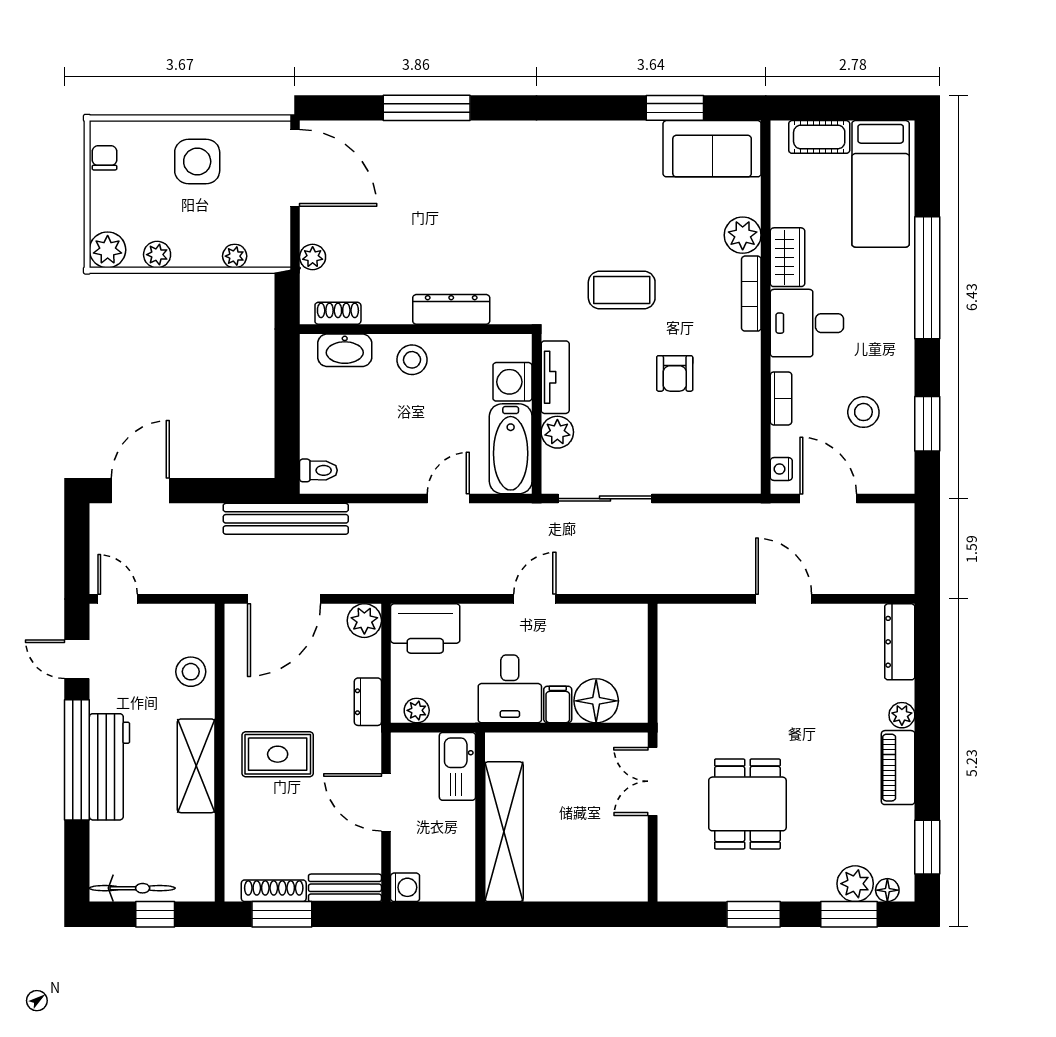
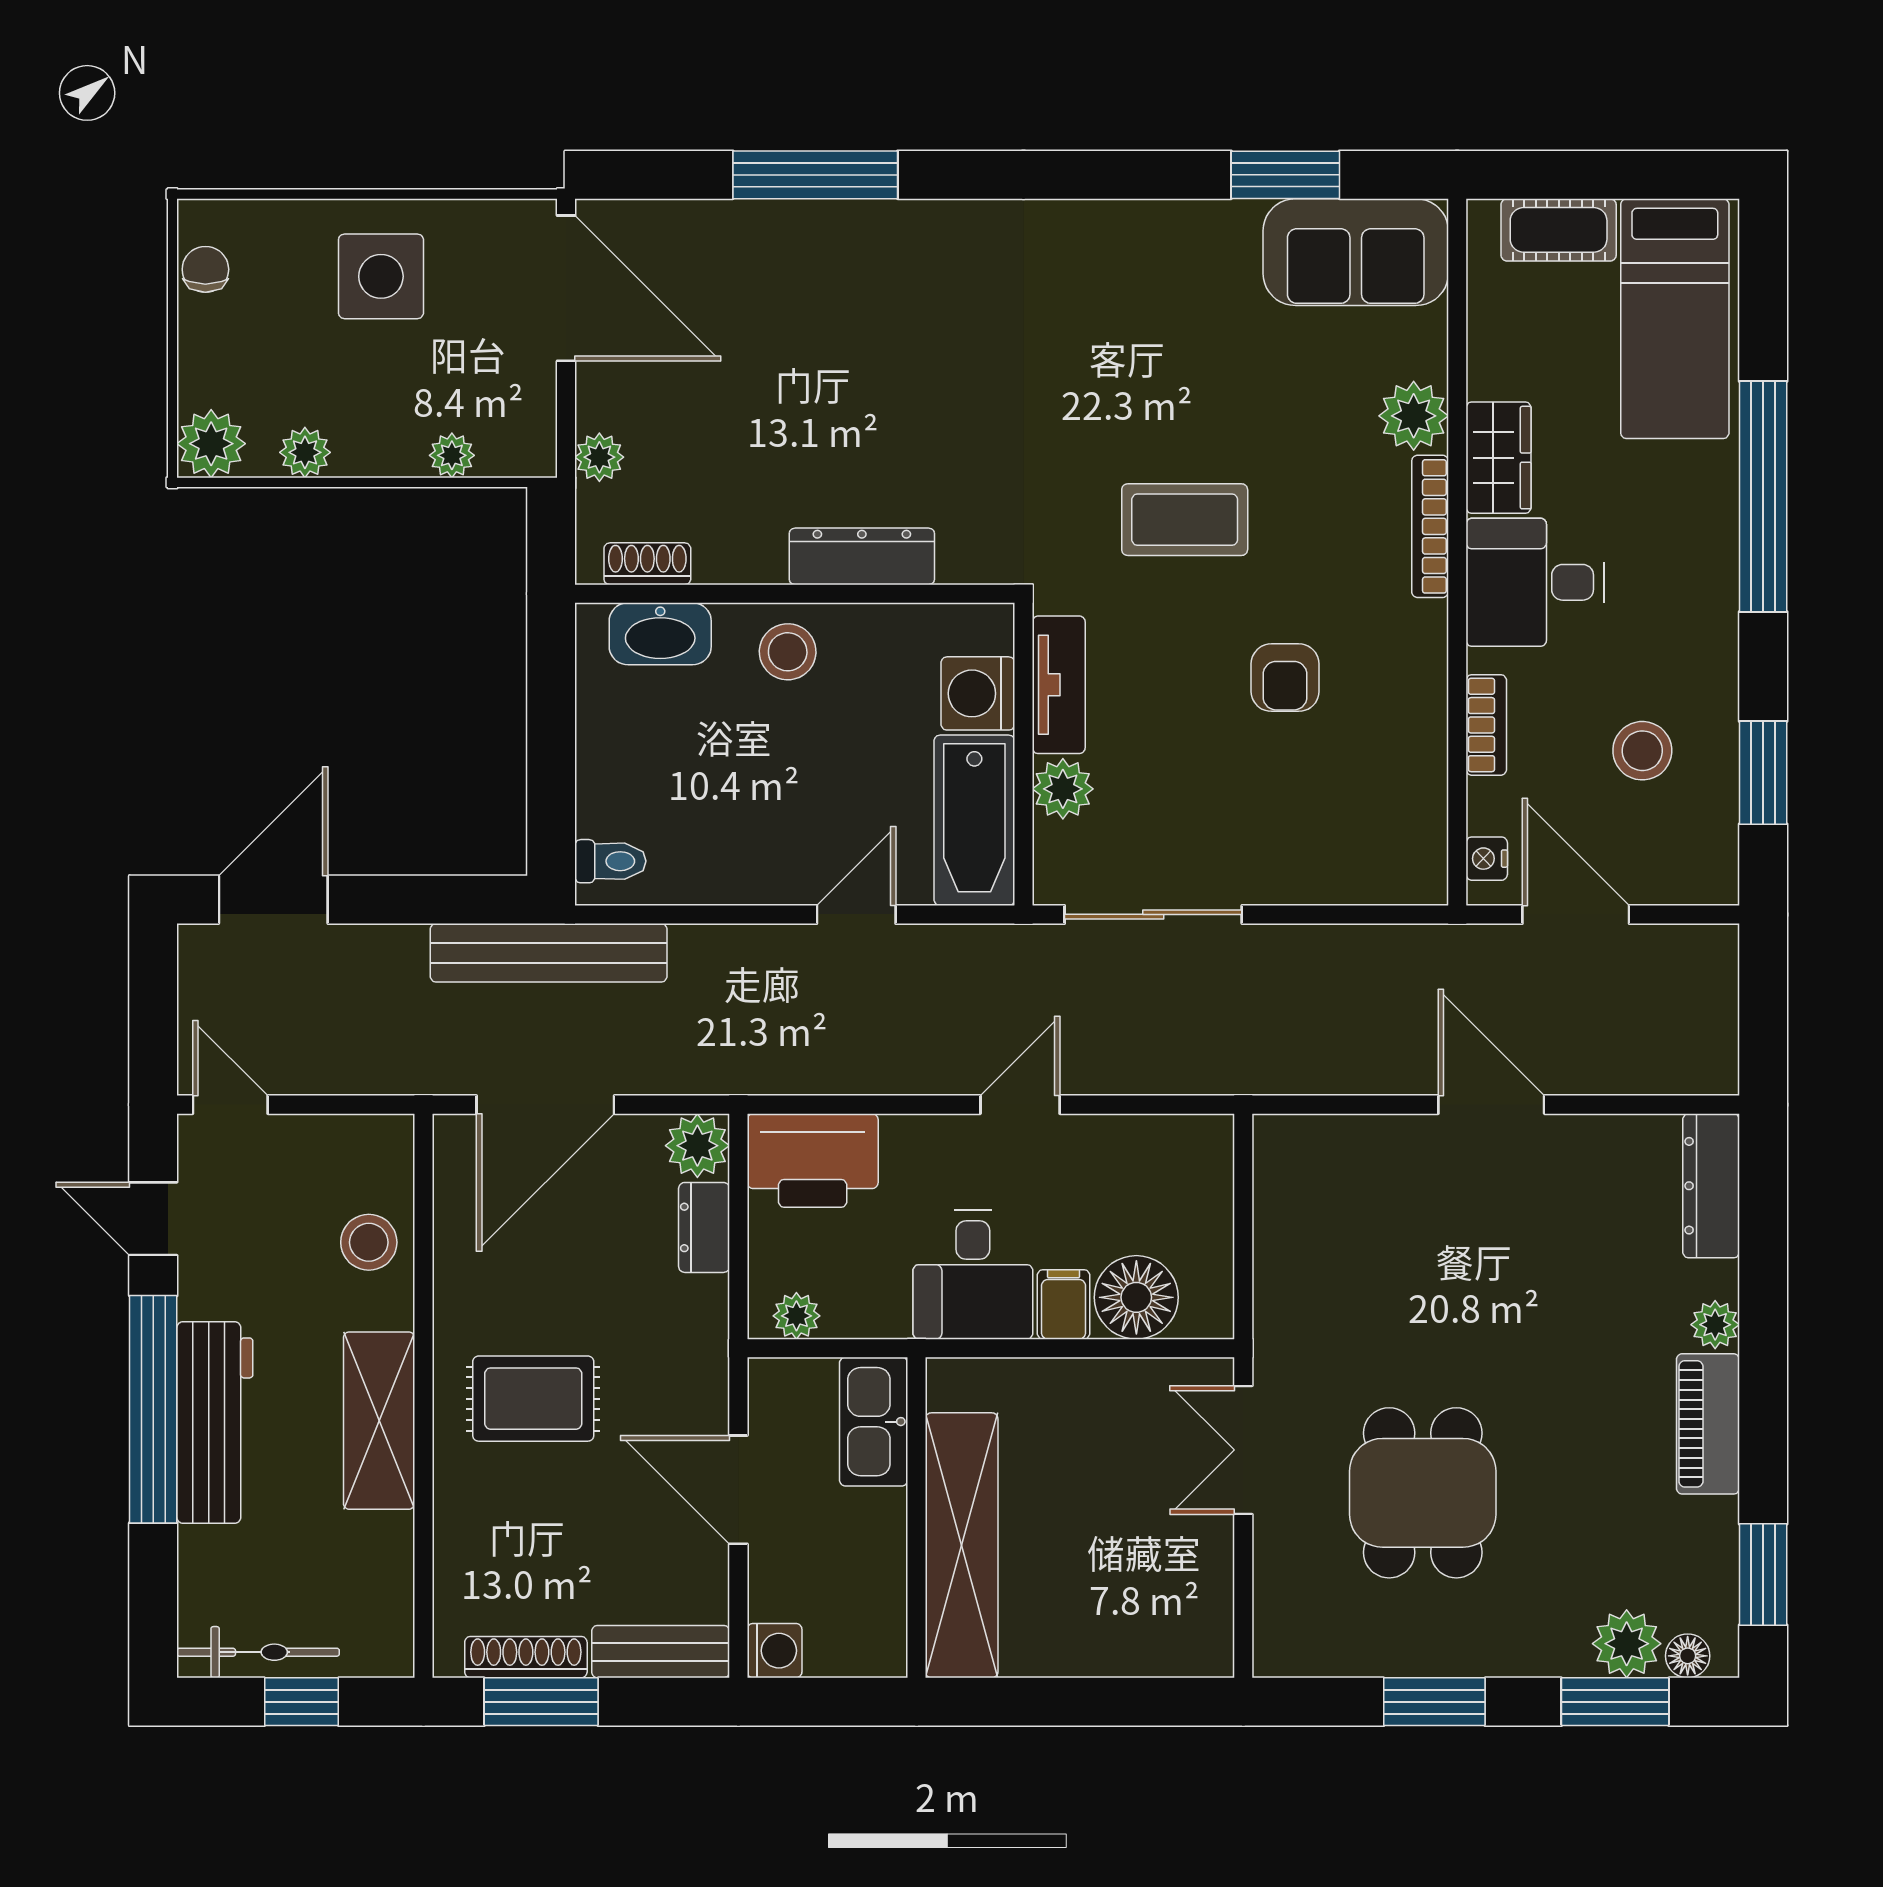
dresser: (368, 702) -> (704, 1227), moved

